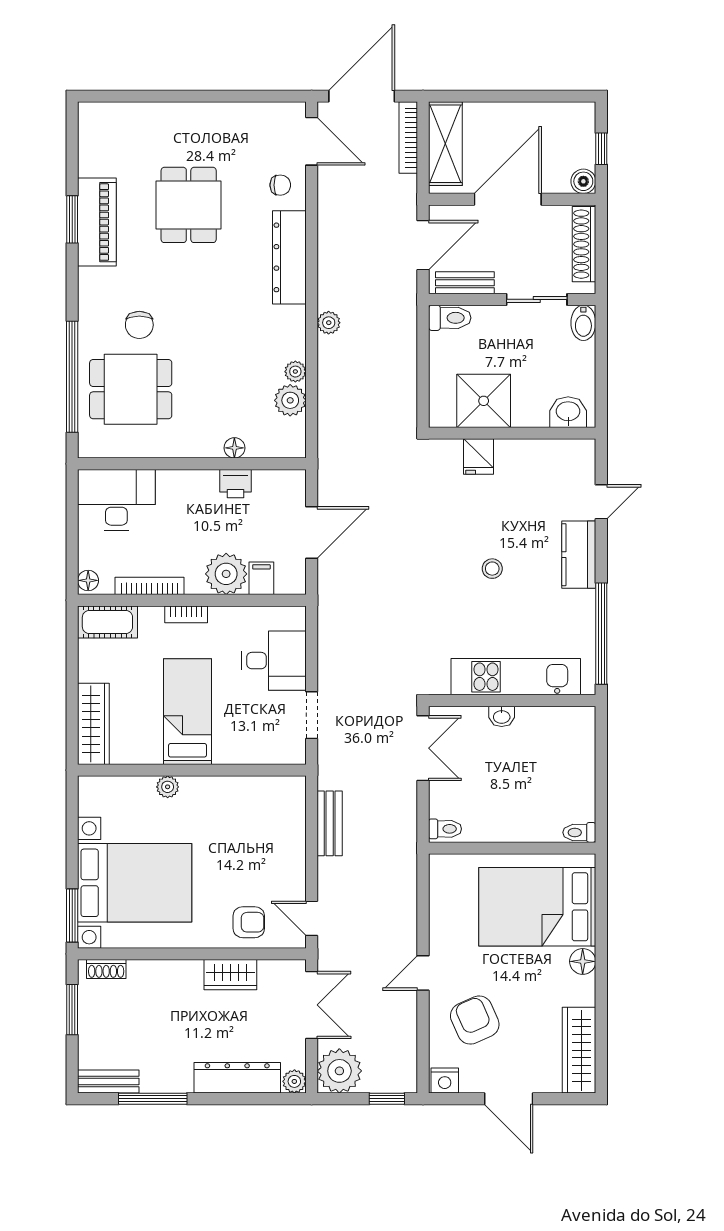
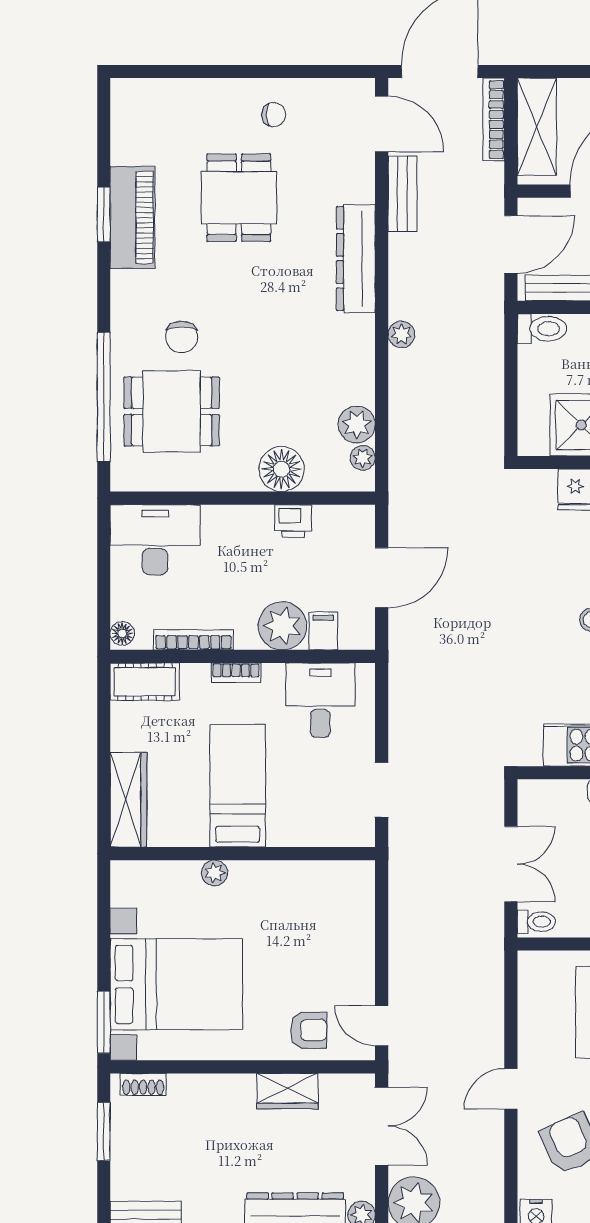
chair: (280, 185) -> (274, 115), moved
plant: (295, 372) -> (363, 458), moved
floor lamp: (234, 448) -> (282, 469), width x1.89, depth x1.89
desk: (274, 661) -> (320, 700), moved, turned -90
double door: (423, 748) -> (511, 864), moved
bench: (330, 823) -> (403, 194), moved

